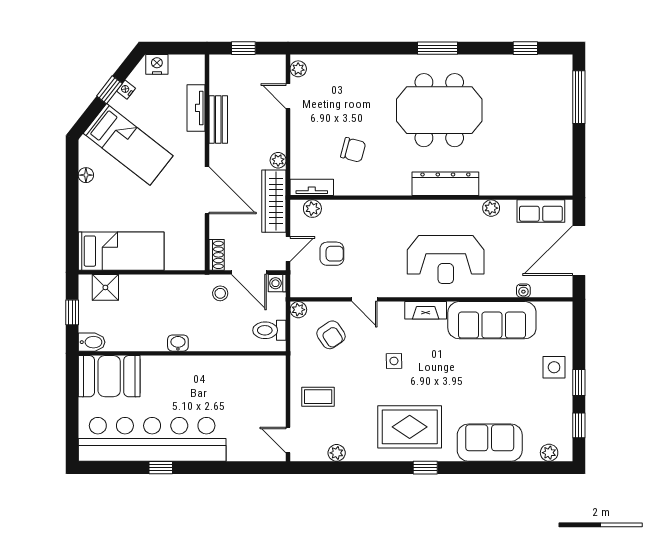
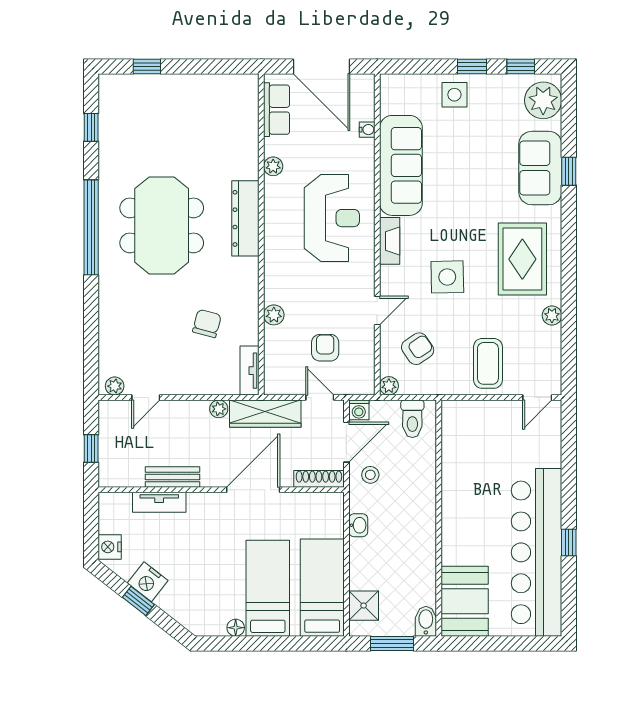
window: (438, 48) -> (91, 227), width x2.11
nightstand: (126, 90) -> (148, 582), width x1.89, depth x1.79
window: (579, 97) -> (147, 67), width x0.46
bed: (128, 144) -> (268, 588), moved, turned -38
plant: (312, 209) -> (274, 315), moved
shoe rack: (217, 255) -> (319, 479), width x1.43
window: (72, 312) -> (392, 643), width x1.50
washbasin: (178, 343) -> (358, 525), moved, turned 180
side table: (394, 361) -> (447, 277), width x1.87, depth x1.87
coffee table: (318, 397) -> (488, 363), width x1.36, depth x1.30
plant: (337, 453) -> (552, 315), moved
plant: (549, 453) -> (543, 100), width x1.87, depth x1.87
window: (425, 468) -> (569, 171), moved

